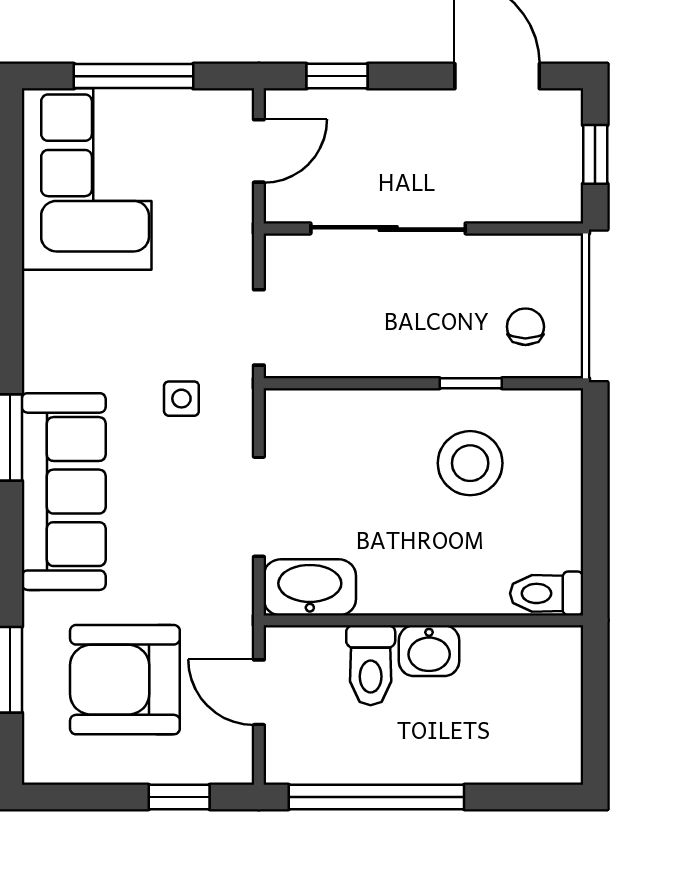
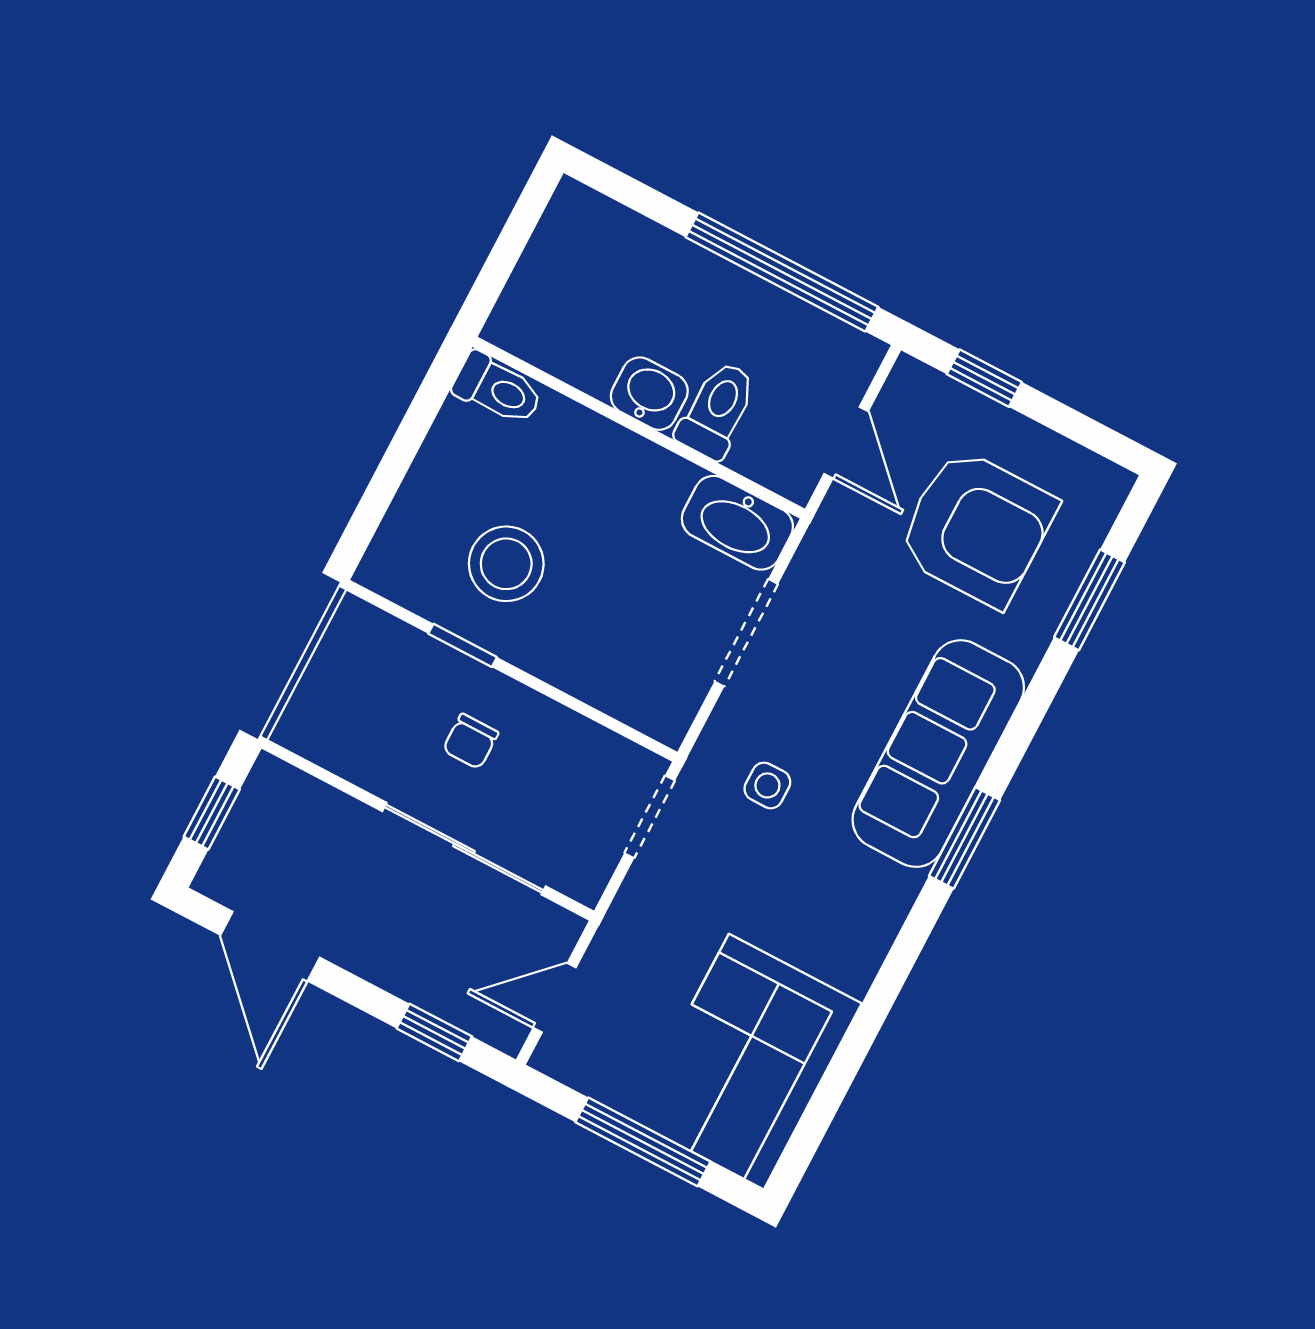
chair: (525, 327) -> (471, 741), moved

